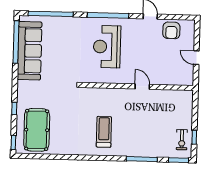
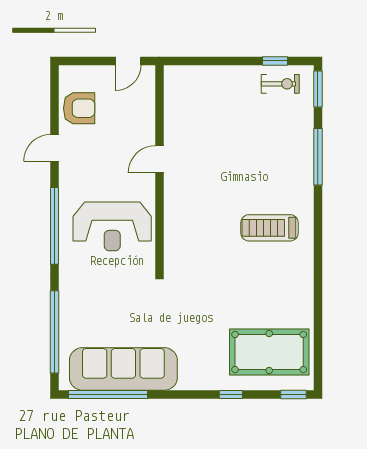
wall: (138, 86) -> (159, 168), moved
door: (142, 87) -> (159, 159), moved

